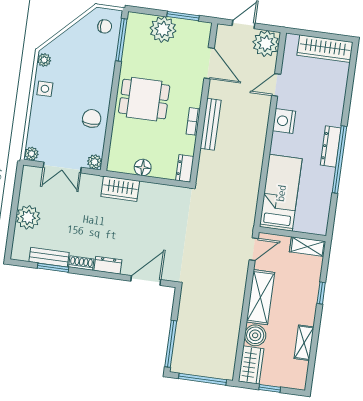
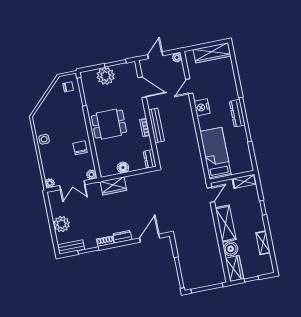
plant: (266, 43) -> (177, 58), width x0.53, depth x0.53
plant: (44, 60) -> (37, 121), removed
bench: (49, 257) -> (71, 247), moved

